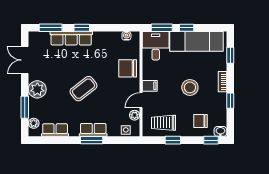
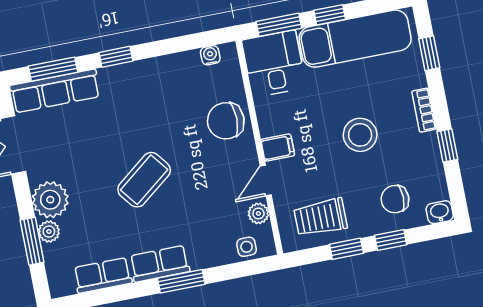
row of seats: (71, 38) -> (55, 91), moved
plant: (34, 123) -> (49, 232), moved
row of seats: (93, 130) -> (160, 264), moved
window: (211, 140) -> (391, 240), moved

